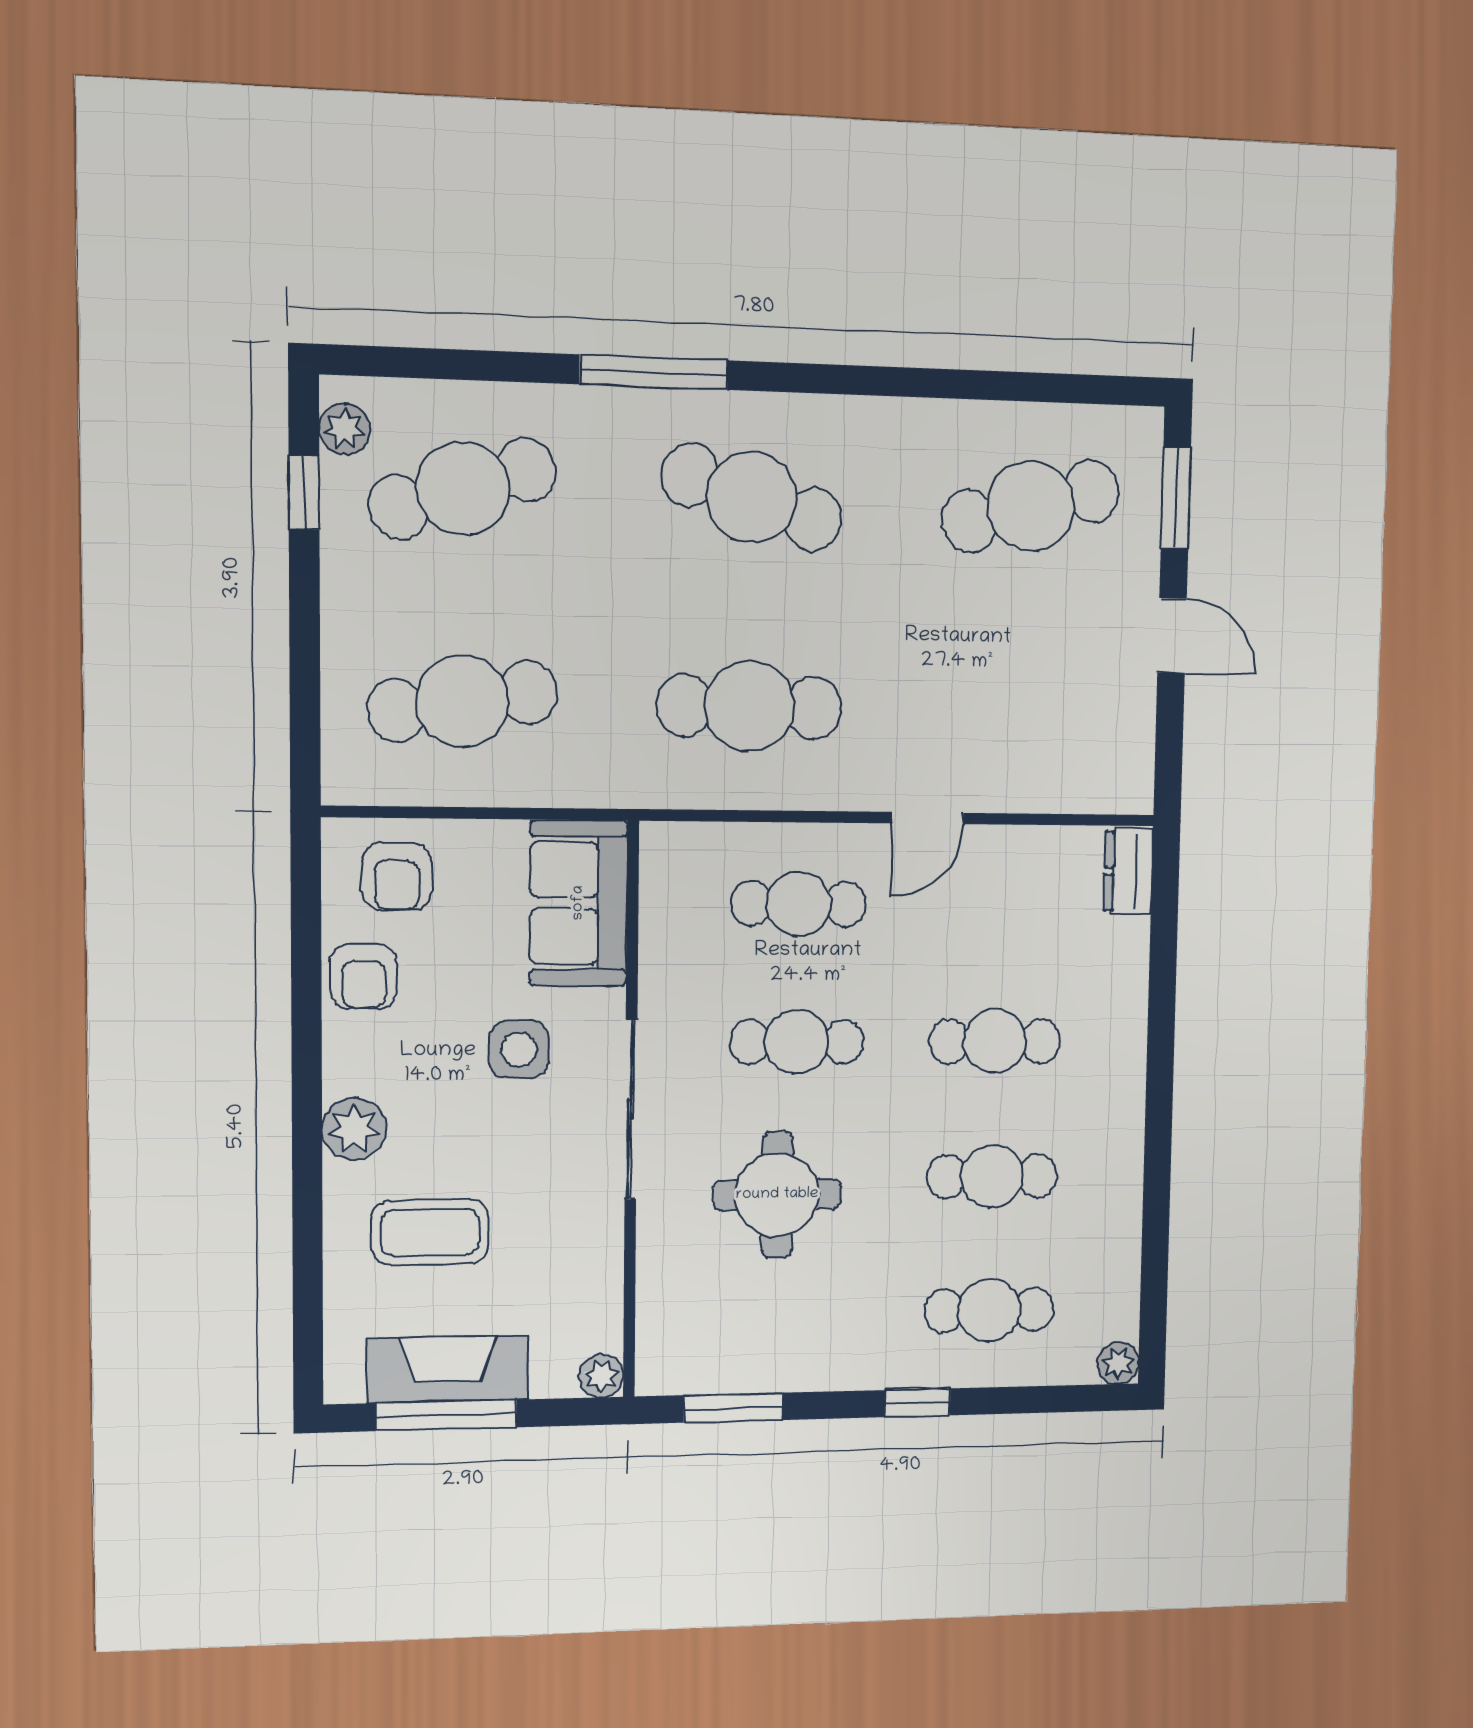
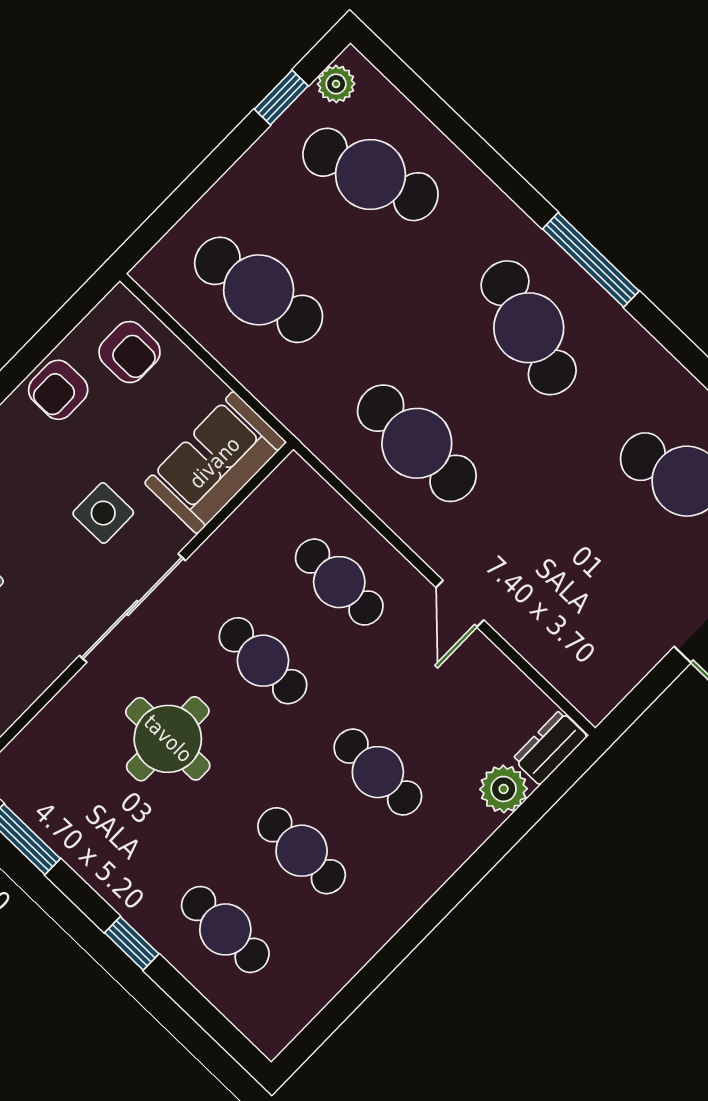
window: (654, 372) -> (591, 260), moved
door: (928, 818) -> (460, 604), hinge flipped
armchair: (397, 877) -> (129, 352), turned -90
plant: (1118, 1363) -> (504, 789), moved, width x1.38, depth x1.38

